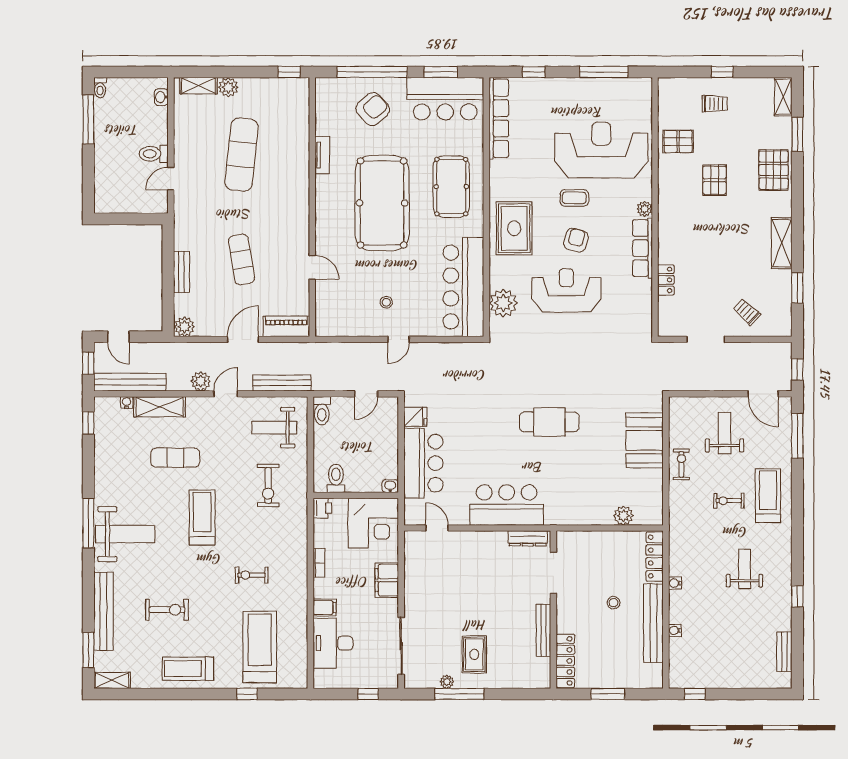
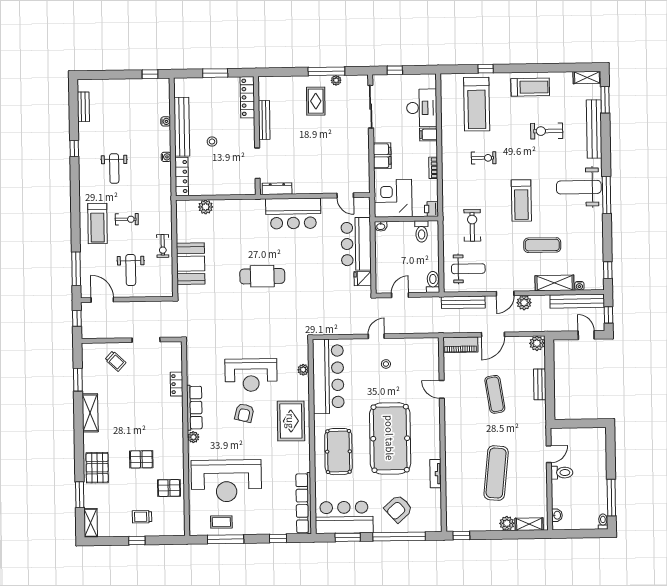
pallet: (714, 180) -> (141, 459), turned 90
coffee table: (574, 198) -> (221, 522), moved
plant: (503, 303) -> (303, 370), width x0.53, depth x0.53

